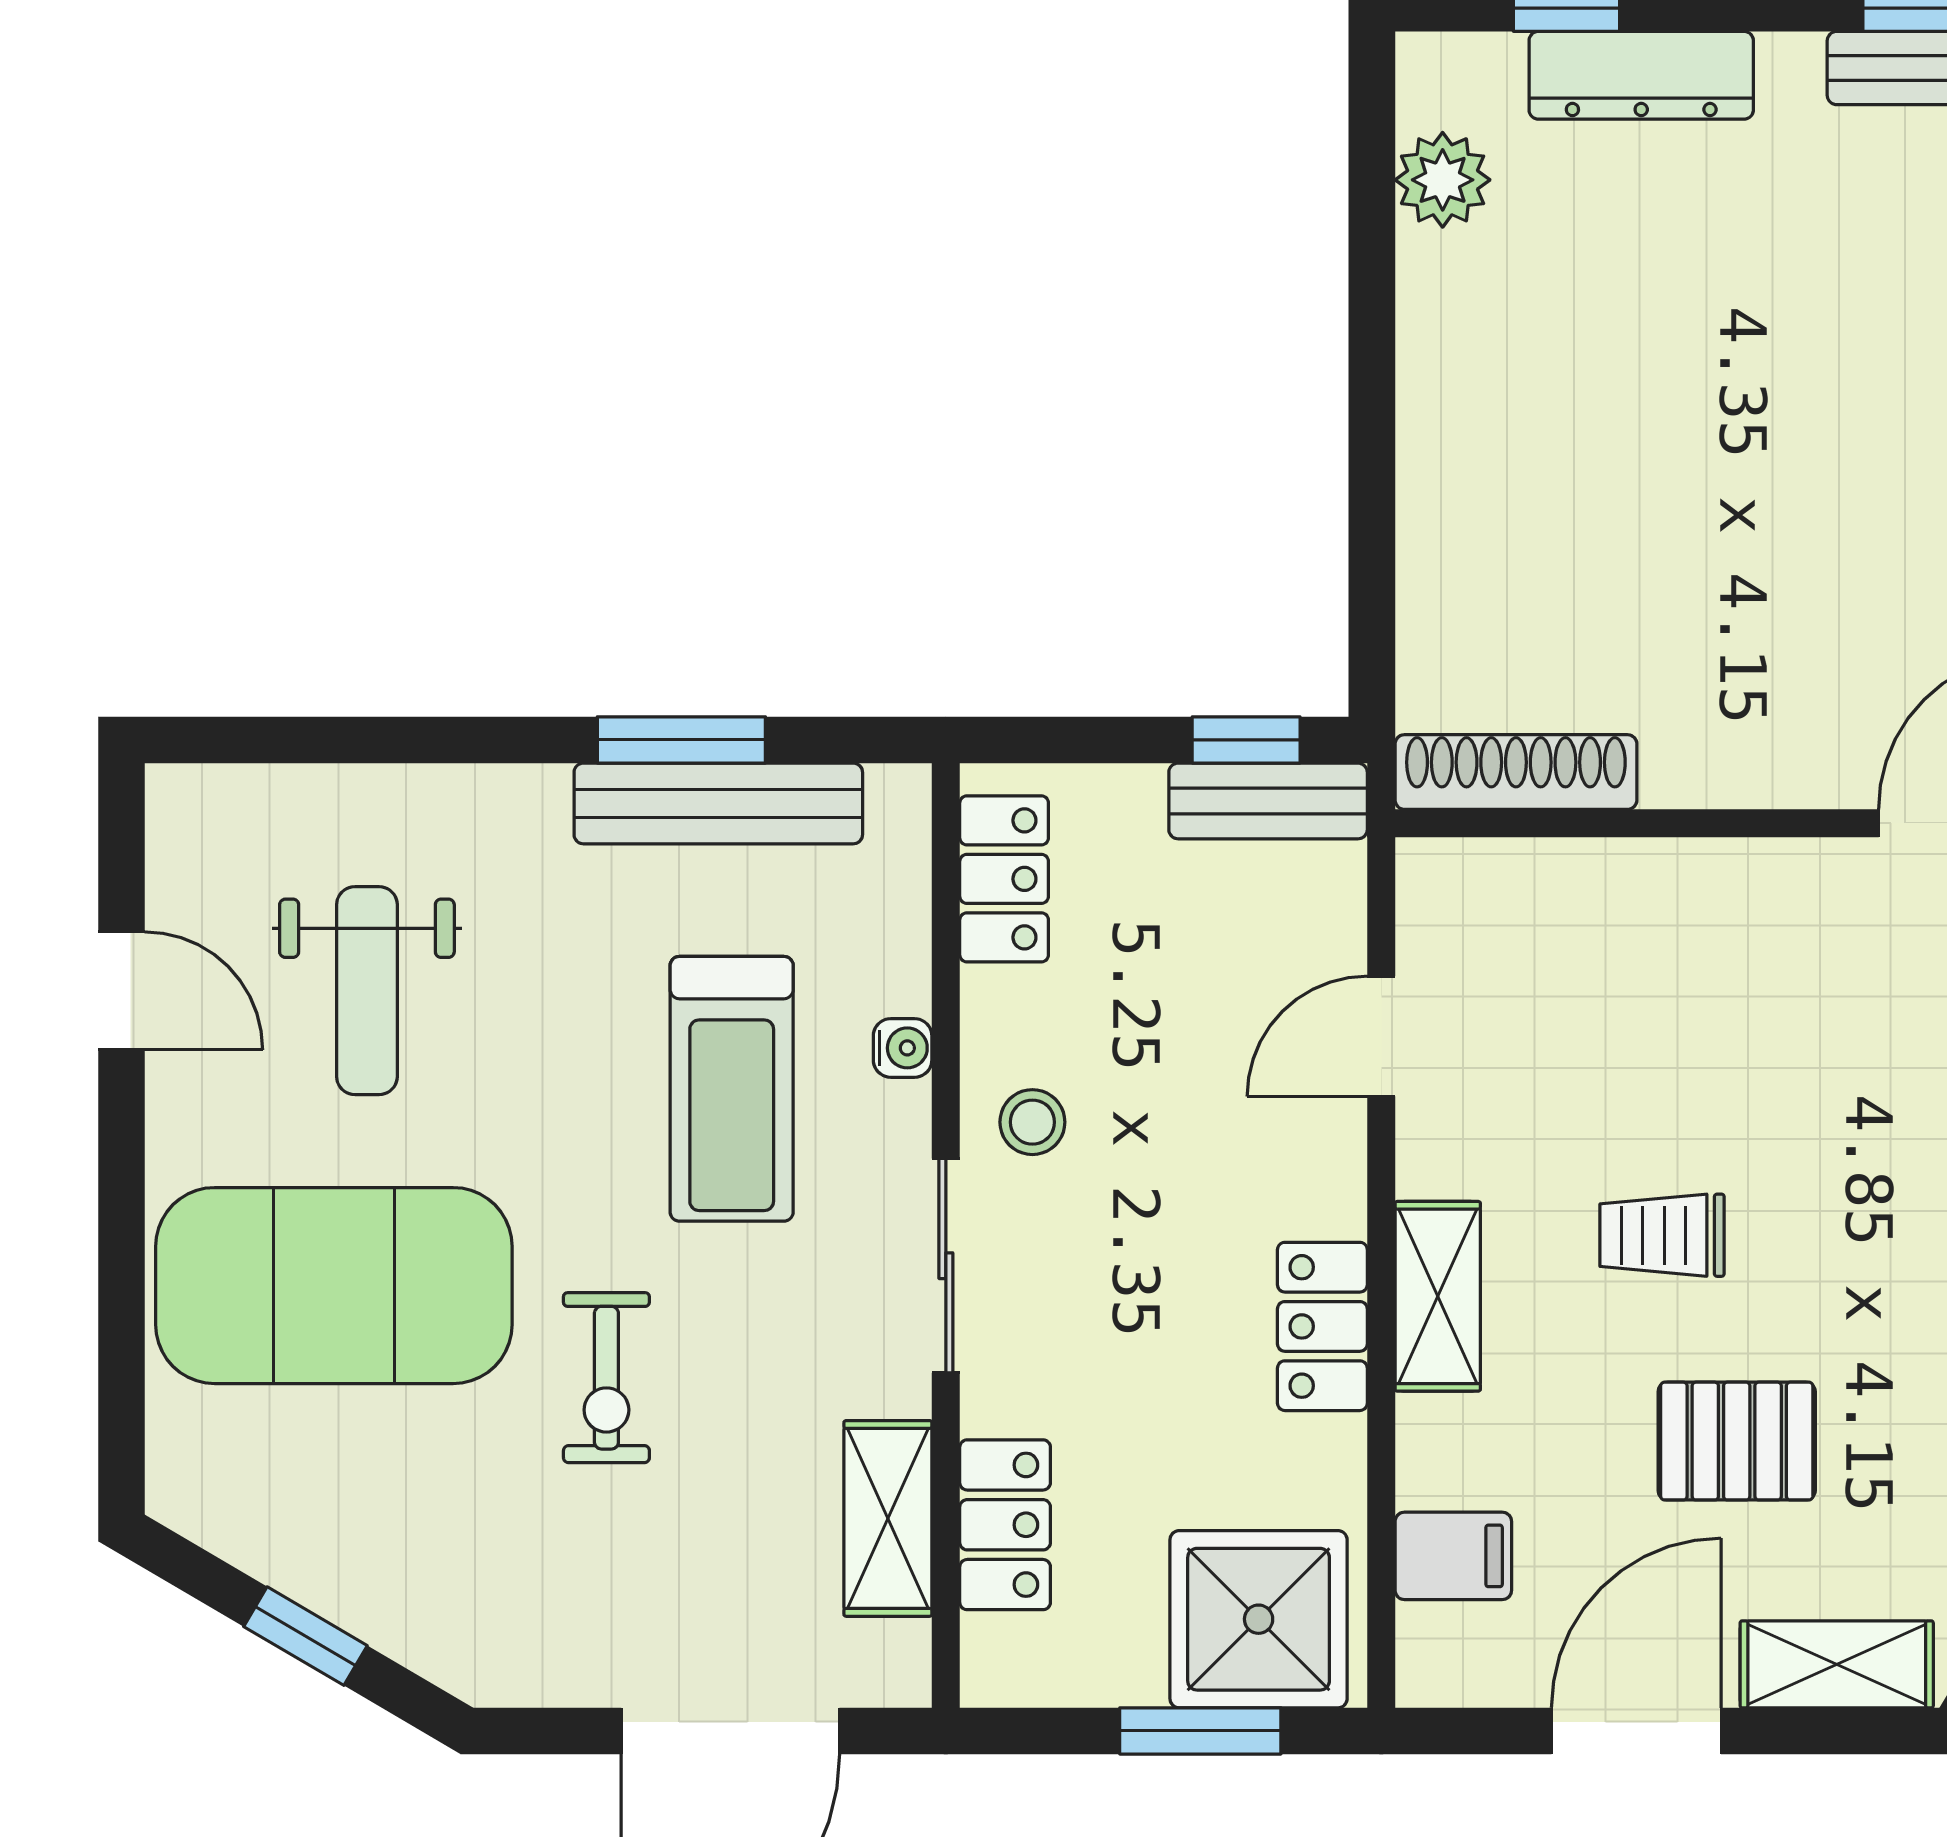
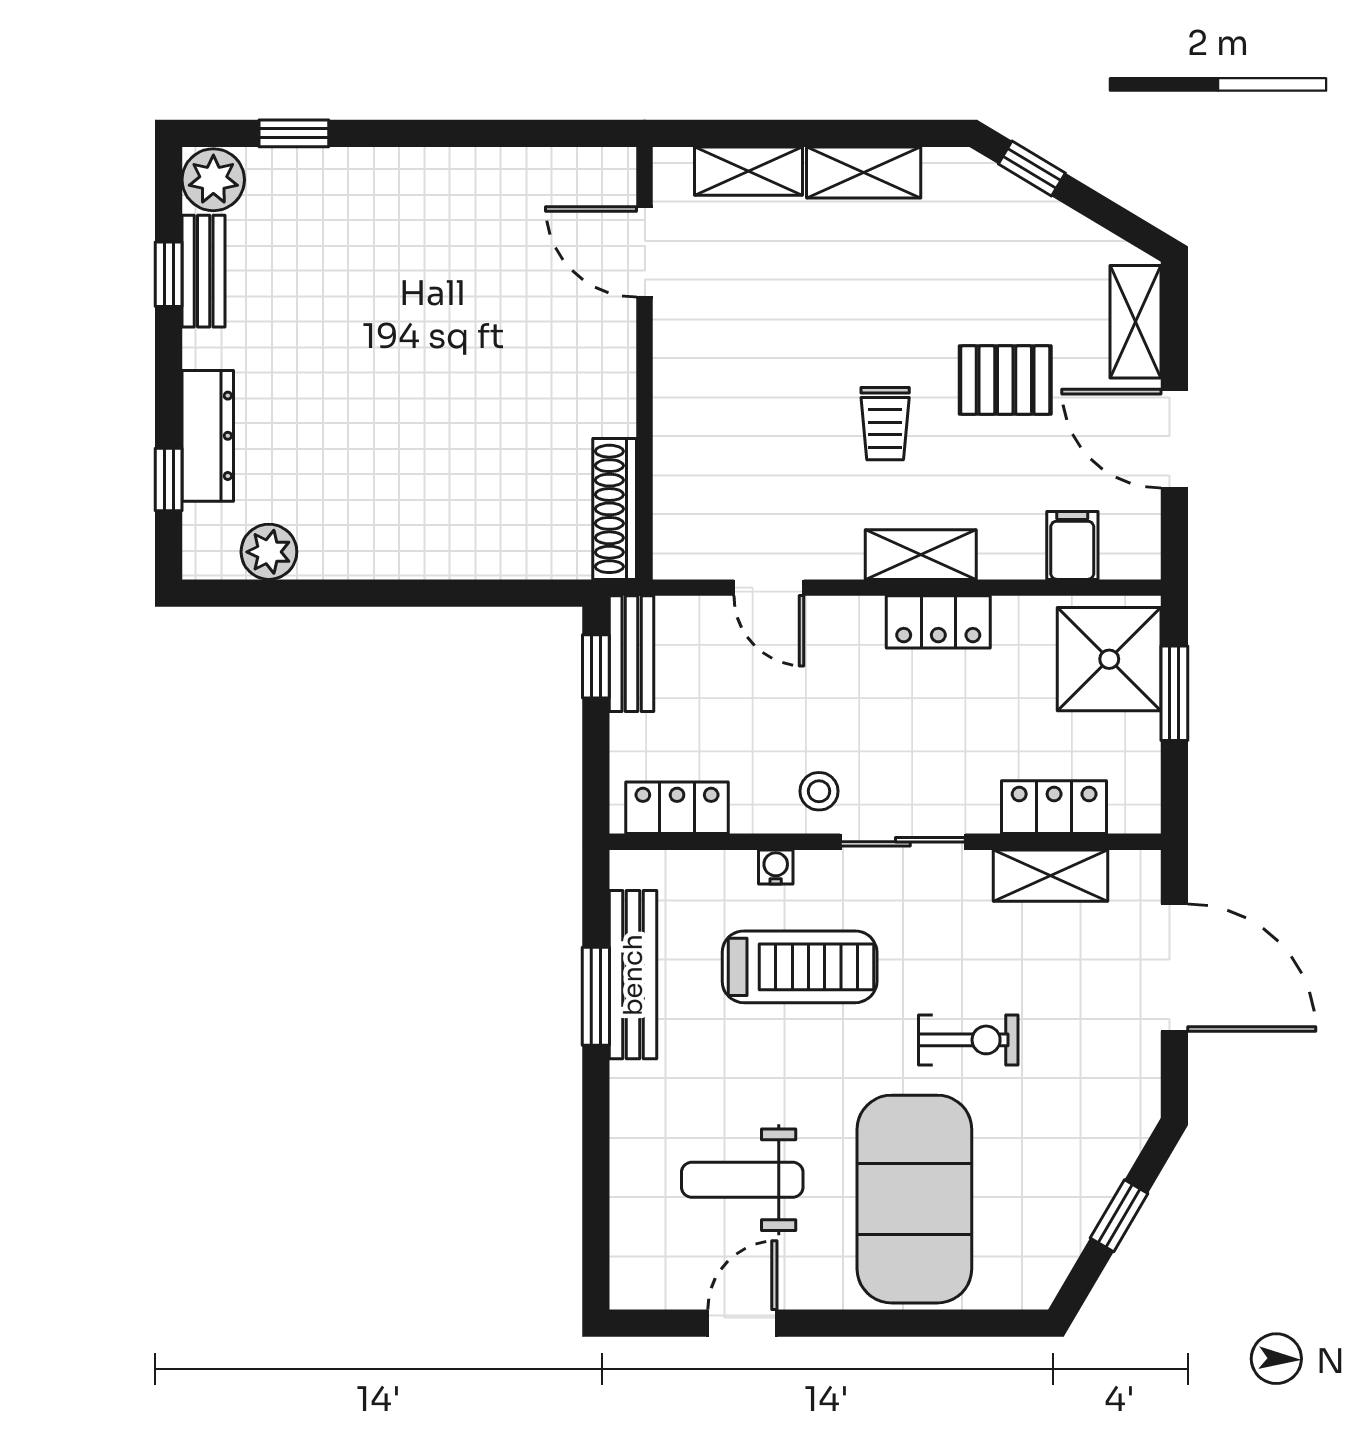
weight bench: (367, 991) -> (742, 1180), turned 180
pallet: (1737, 1441) -> (1005, 380), turned 90

